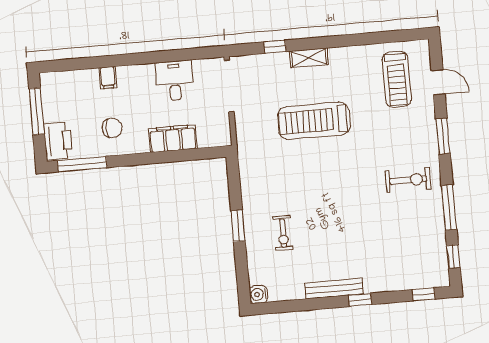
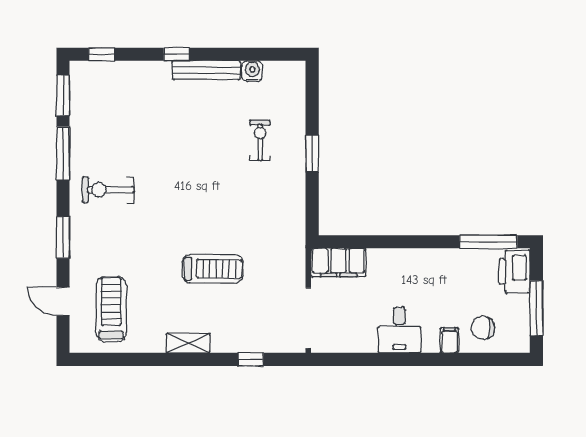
shelving: (309, 58) -> (188, 343), moved
desk: (175, 81) -> (399, 330), moved
treadmill: (314, 121) -> (212, 269), width x0.73, depth x0.73
chair: (112, 128) -> (483, 328), moved
filing cabinet: (173, 138) -> (338, 262), moved
window: (453, 257) -> (63, 95), width x1.50
water cooler: (258, 294) -> (252, 71), moved, turned -90

